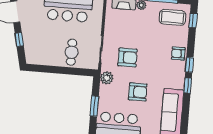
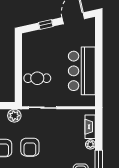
armchair: (128, 57) -> (30, 147), moved

